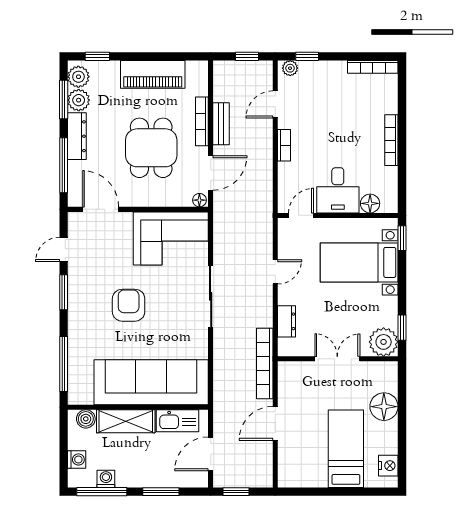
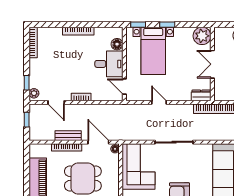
dresser: (286, 321) -> (201, 95), moved
window: (402, 328) -> (167, 25), moved

